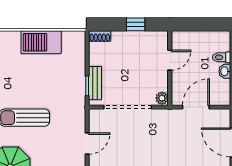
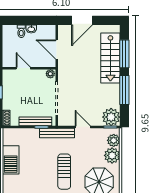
bench: (95, 83) -> (35, 121), width x1.36
bench: (79, 107) -> (57, 133), added

